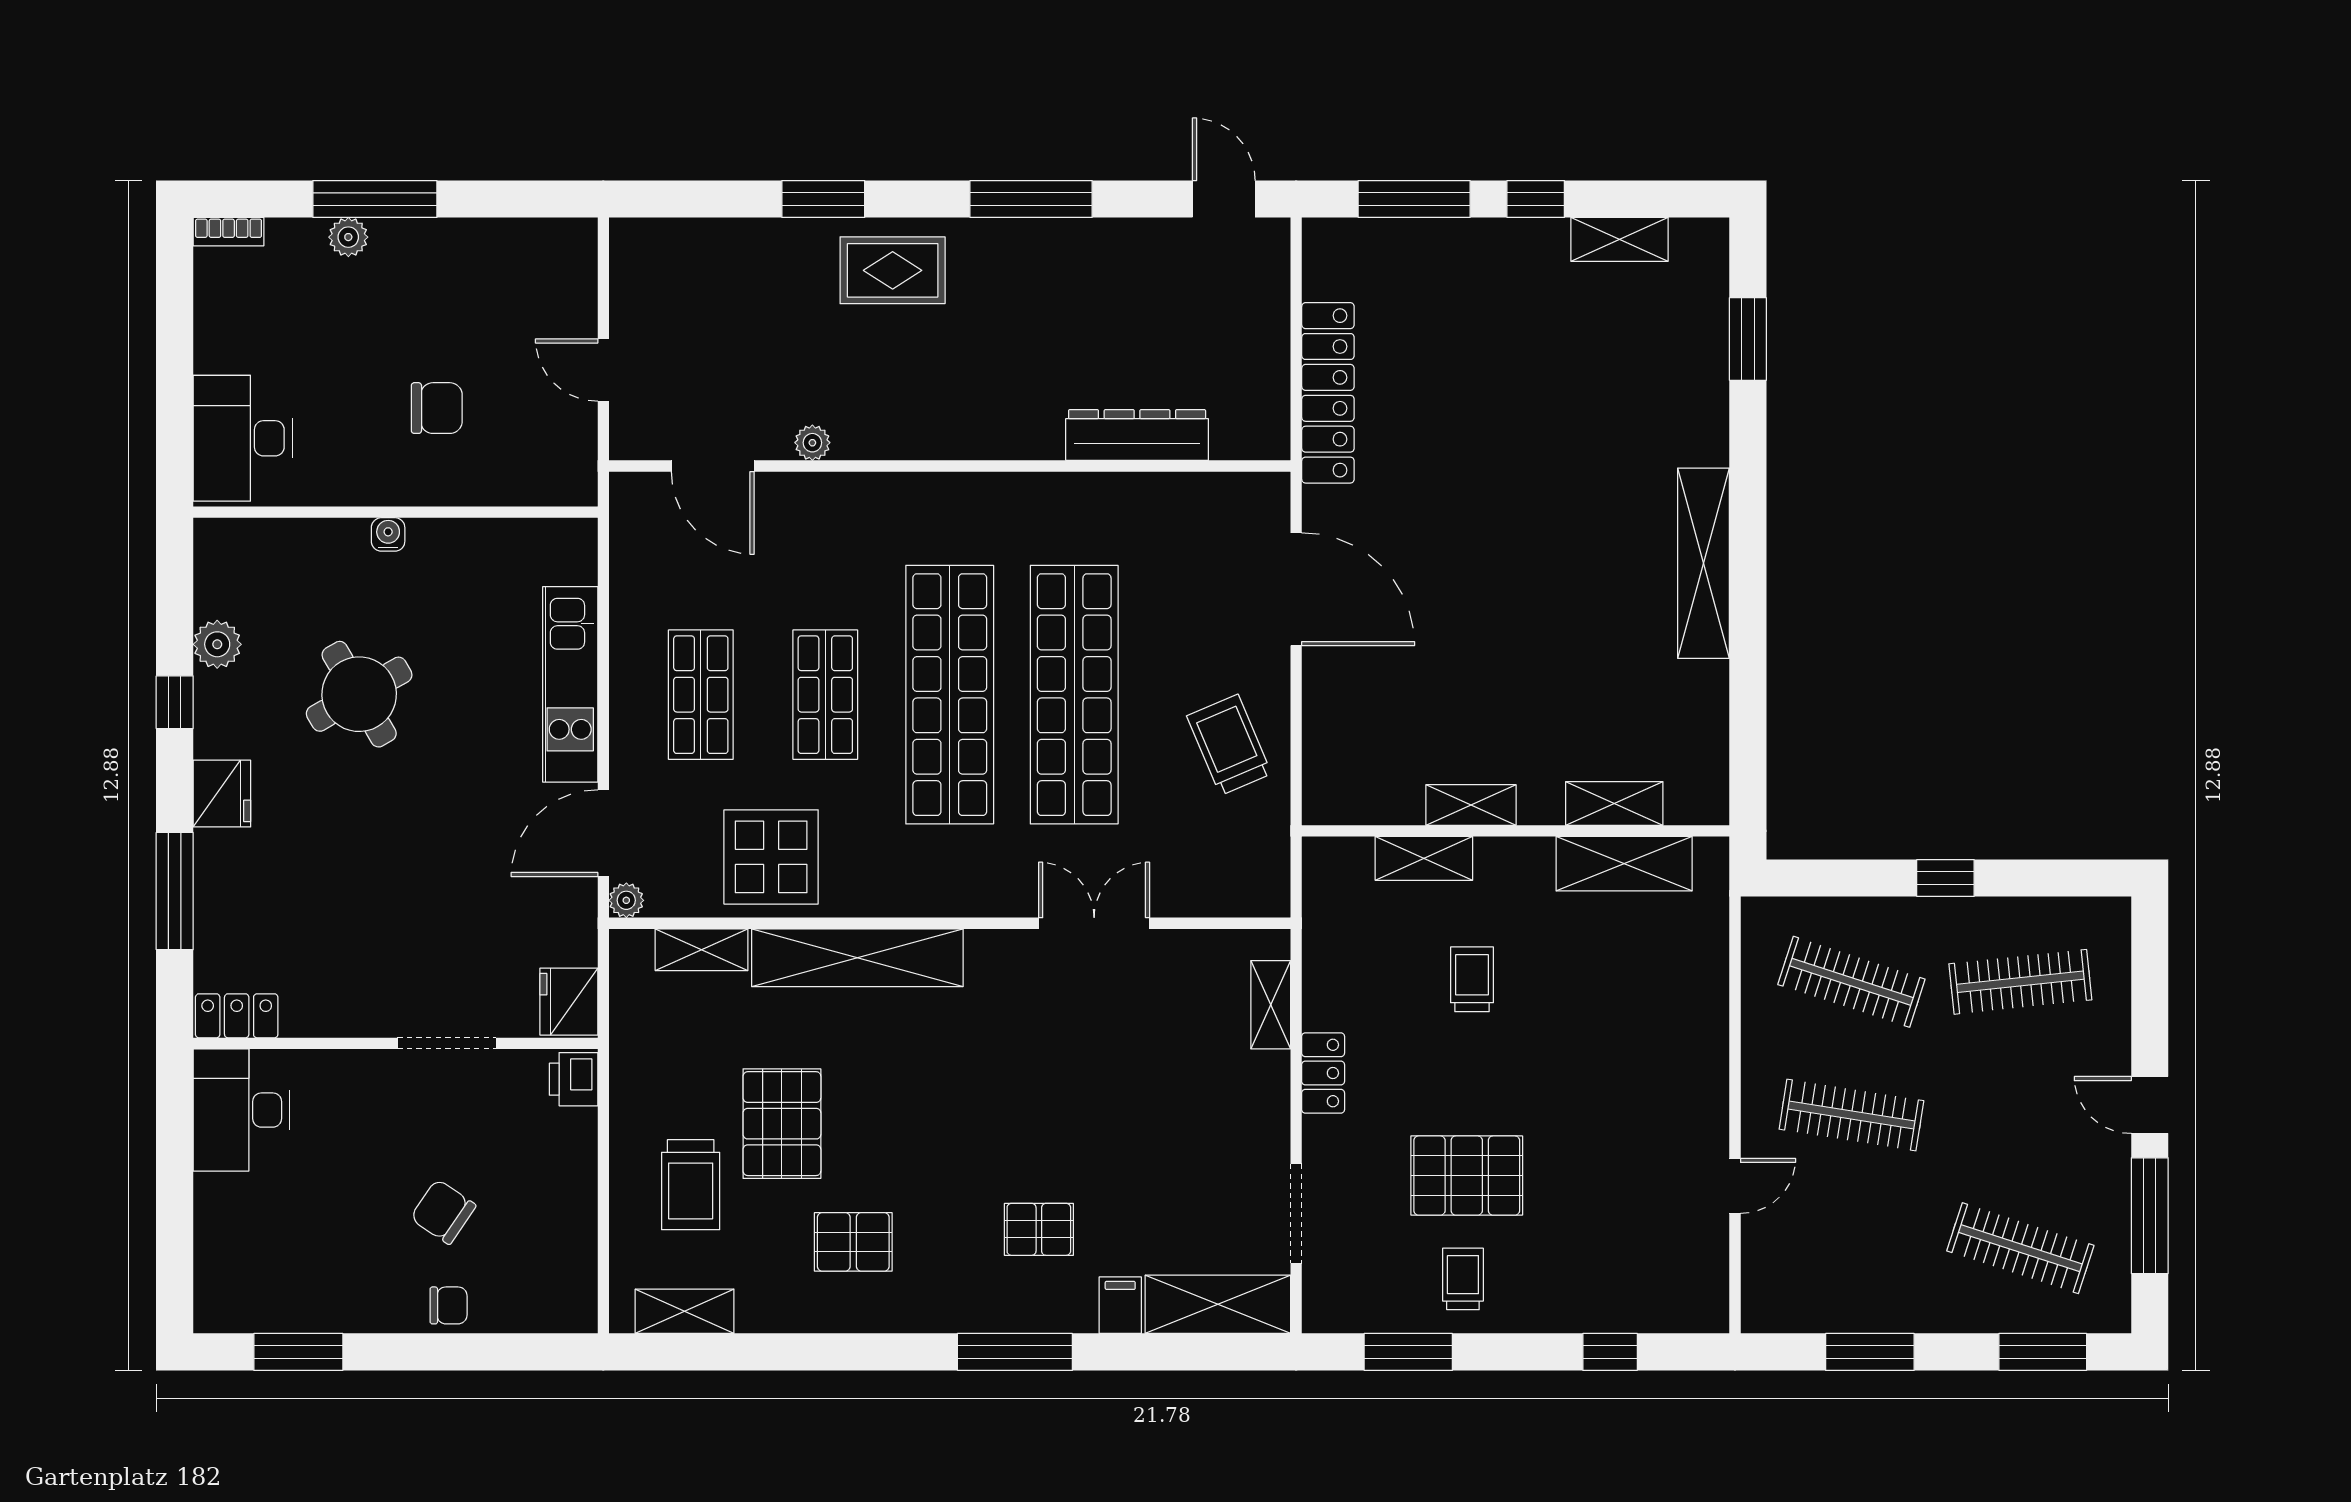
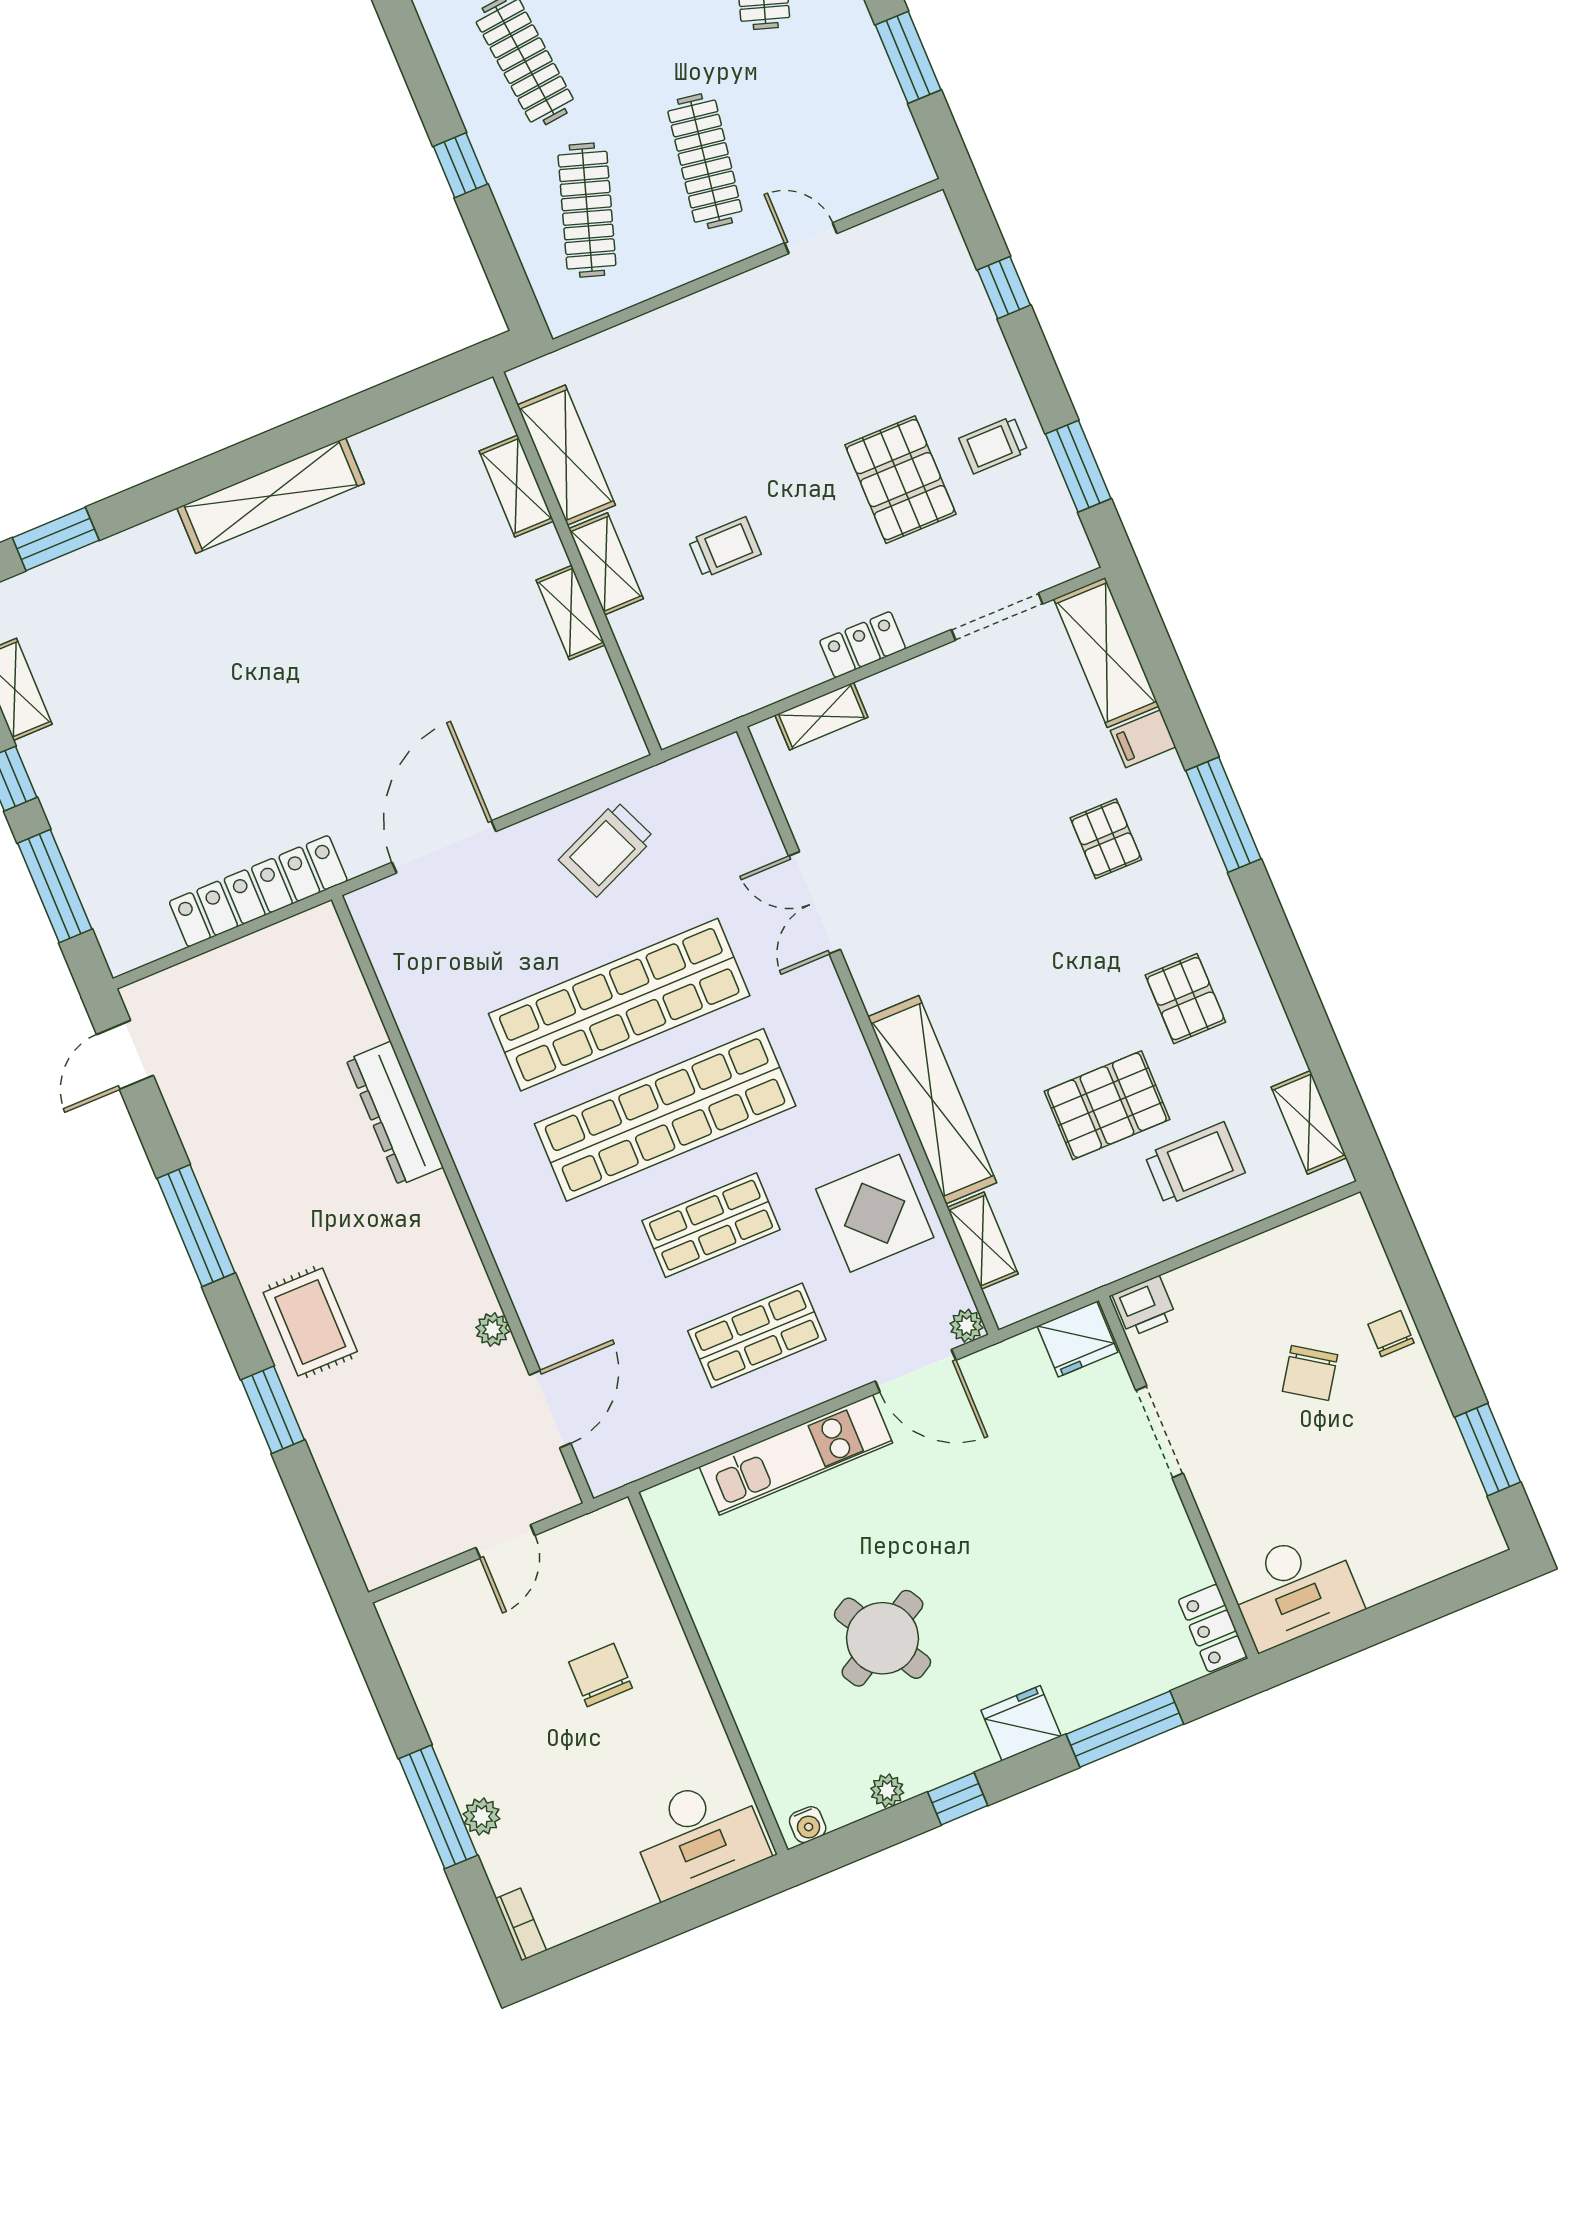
dresser: (1137, 435) -> (395, 1113), moved
water cooler: (388, 534) -> (808, 1825), moved, turned -90
plant: (217, 644) -> (887, 1791), width x0.73, depth x0.73
shelving: (1424, 858) -> (606, 564), moved
trolley: (1472, 979) -> (725, 547), turned 180

